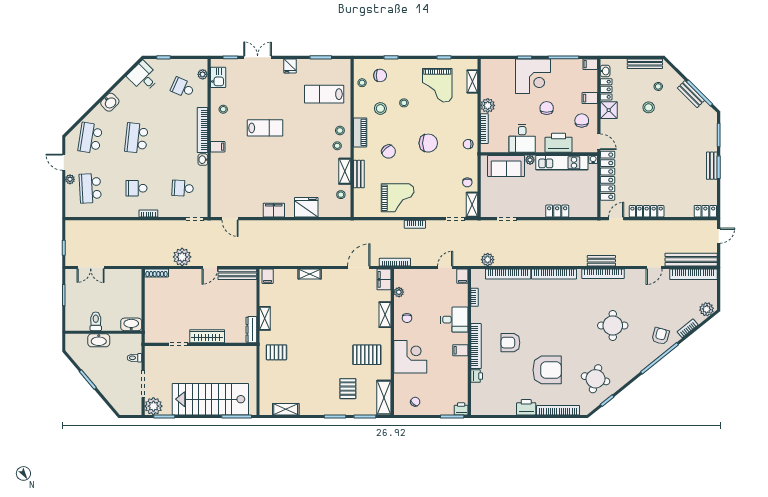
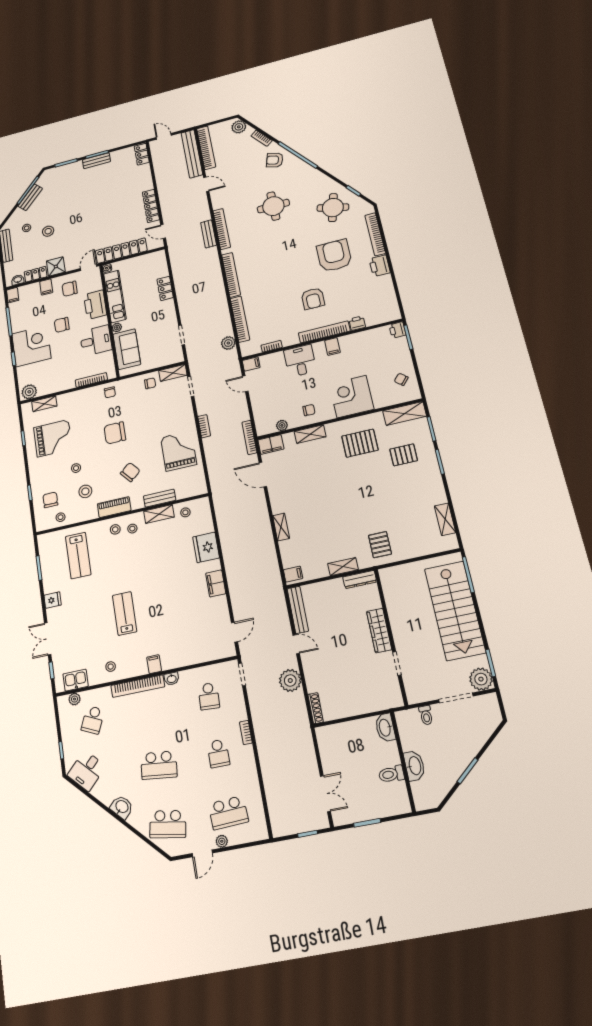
plant: (488, 105) -> (29, 392), moved
chair: (428, 143) -> (115, 433), turned -90
pallet: (367, 355) -> (360, 443), turned 90

